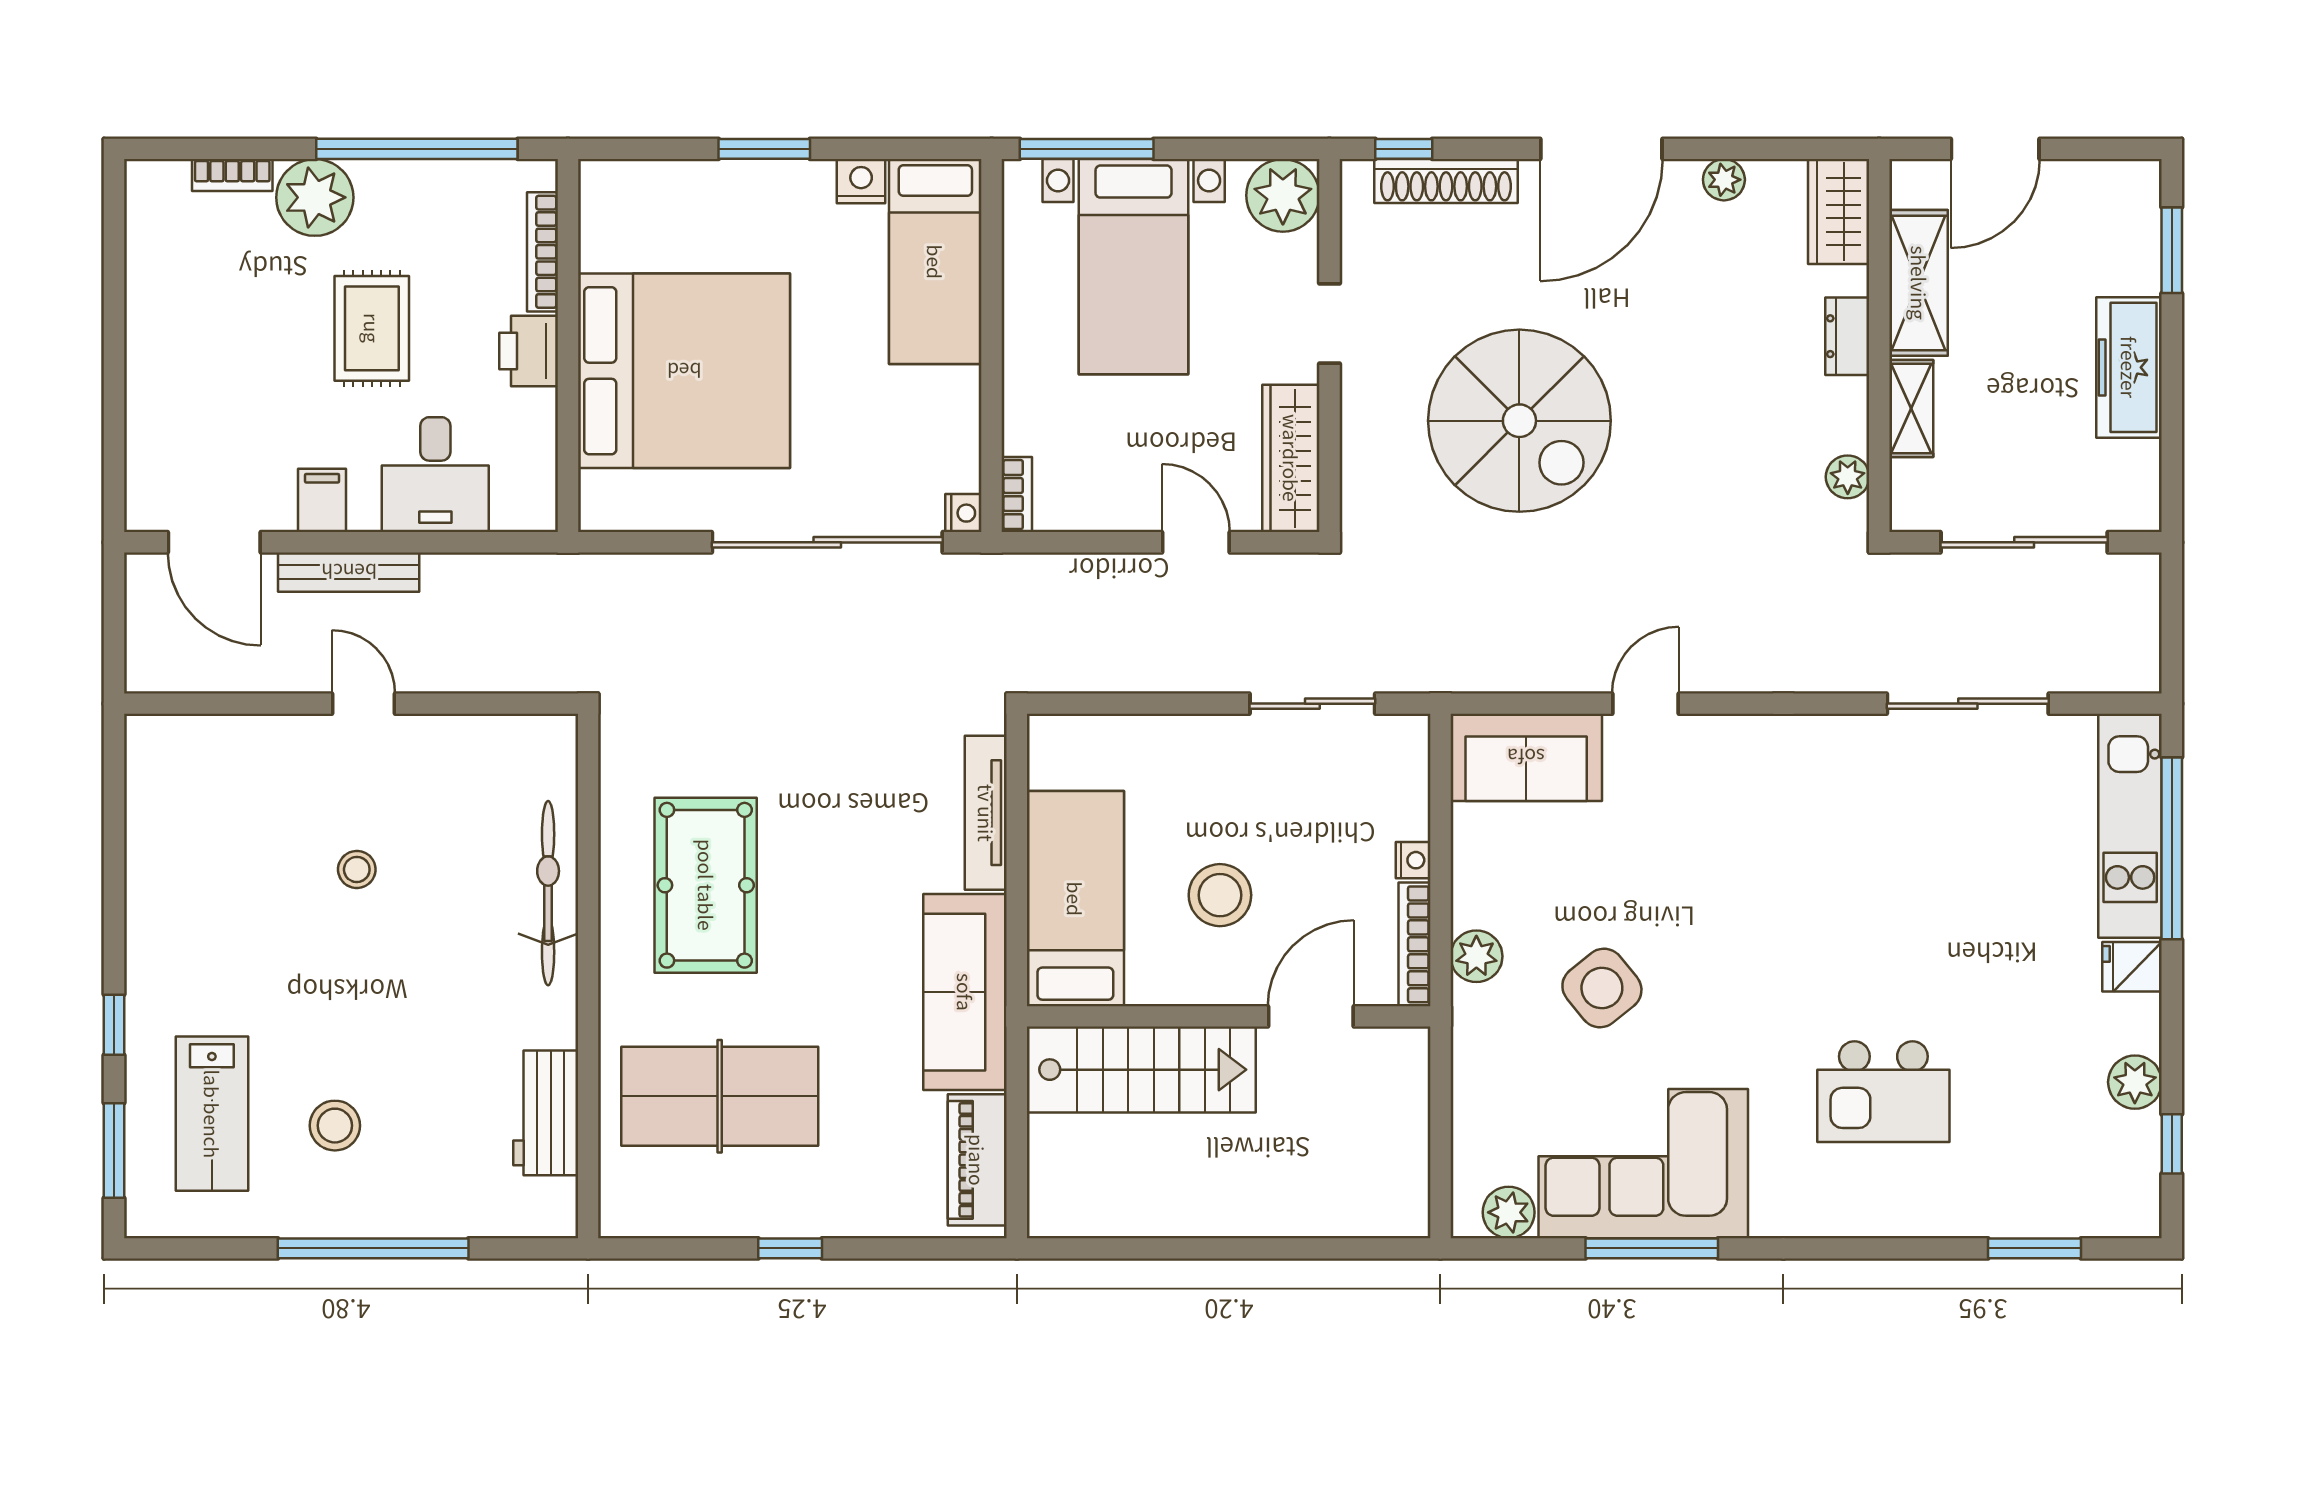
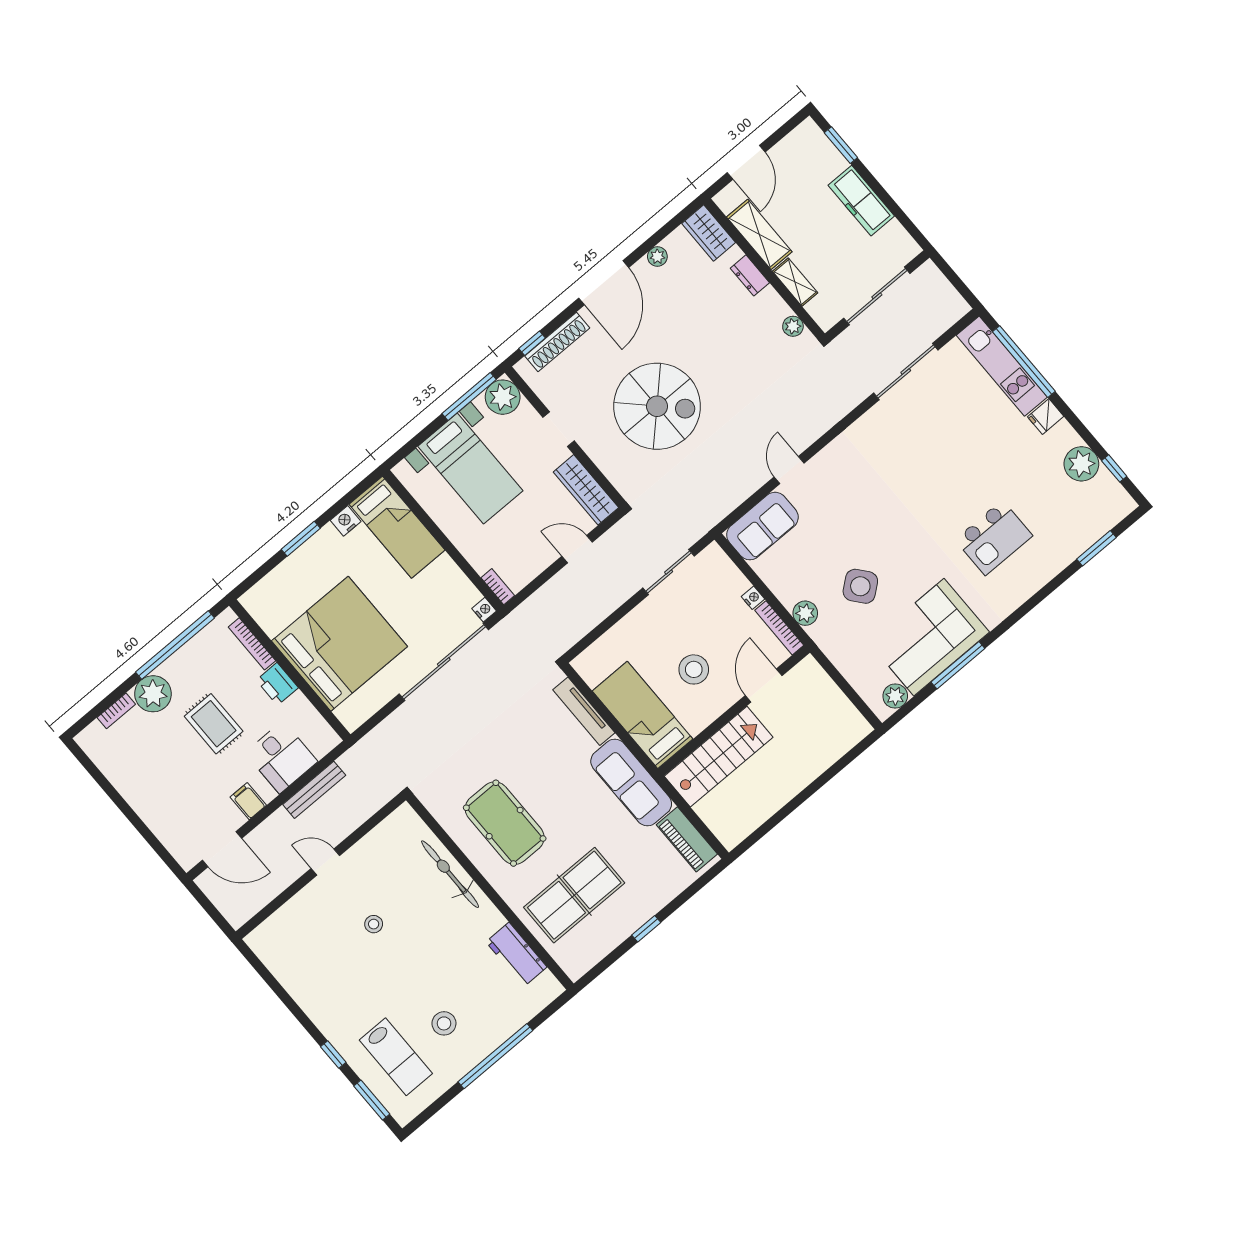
window: (1087, 149) -> (469, 396), moved
bench: (349, 572) -> (314, 790), moved
plant: (2135, 1082) -> (1081, 464), width x1.36, depth x1.36

